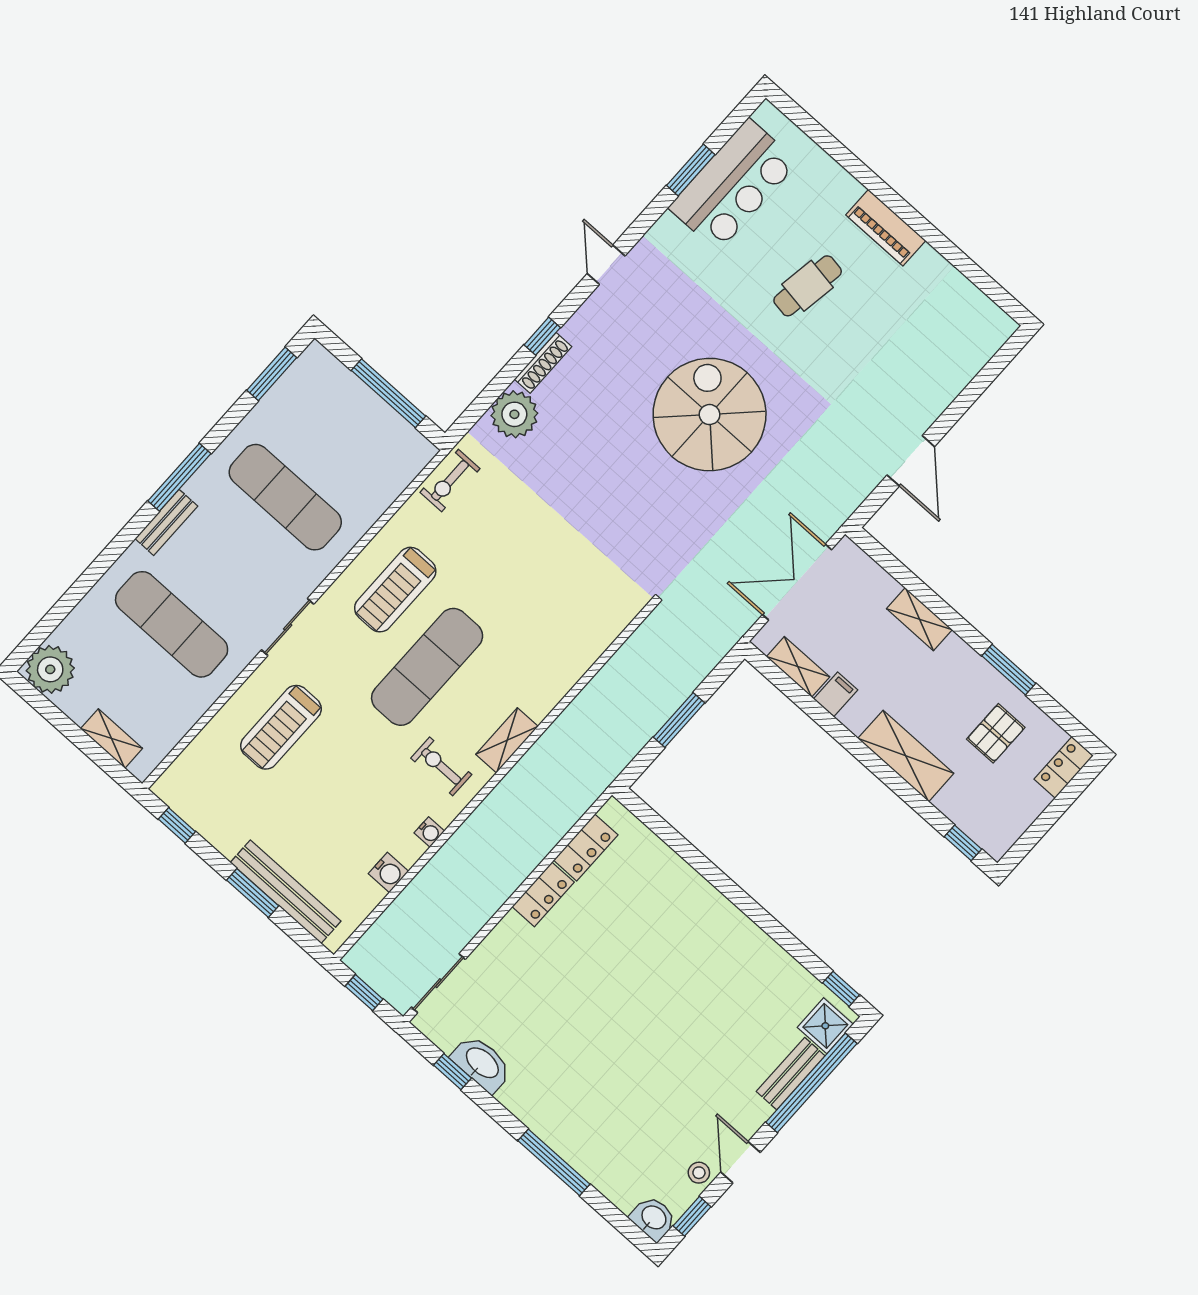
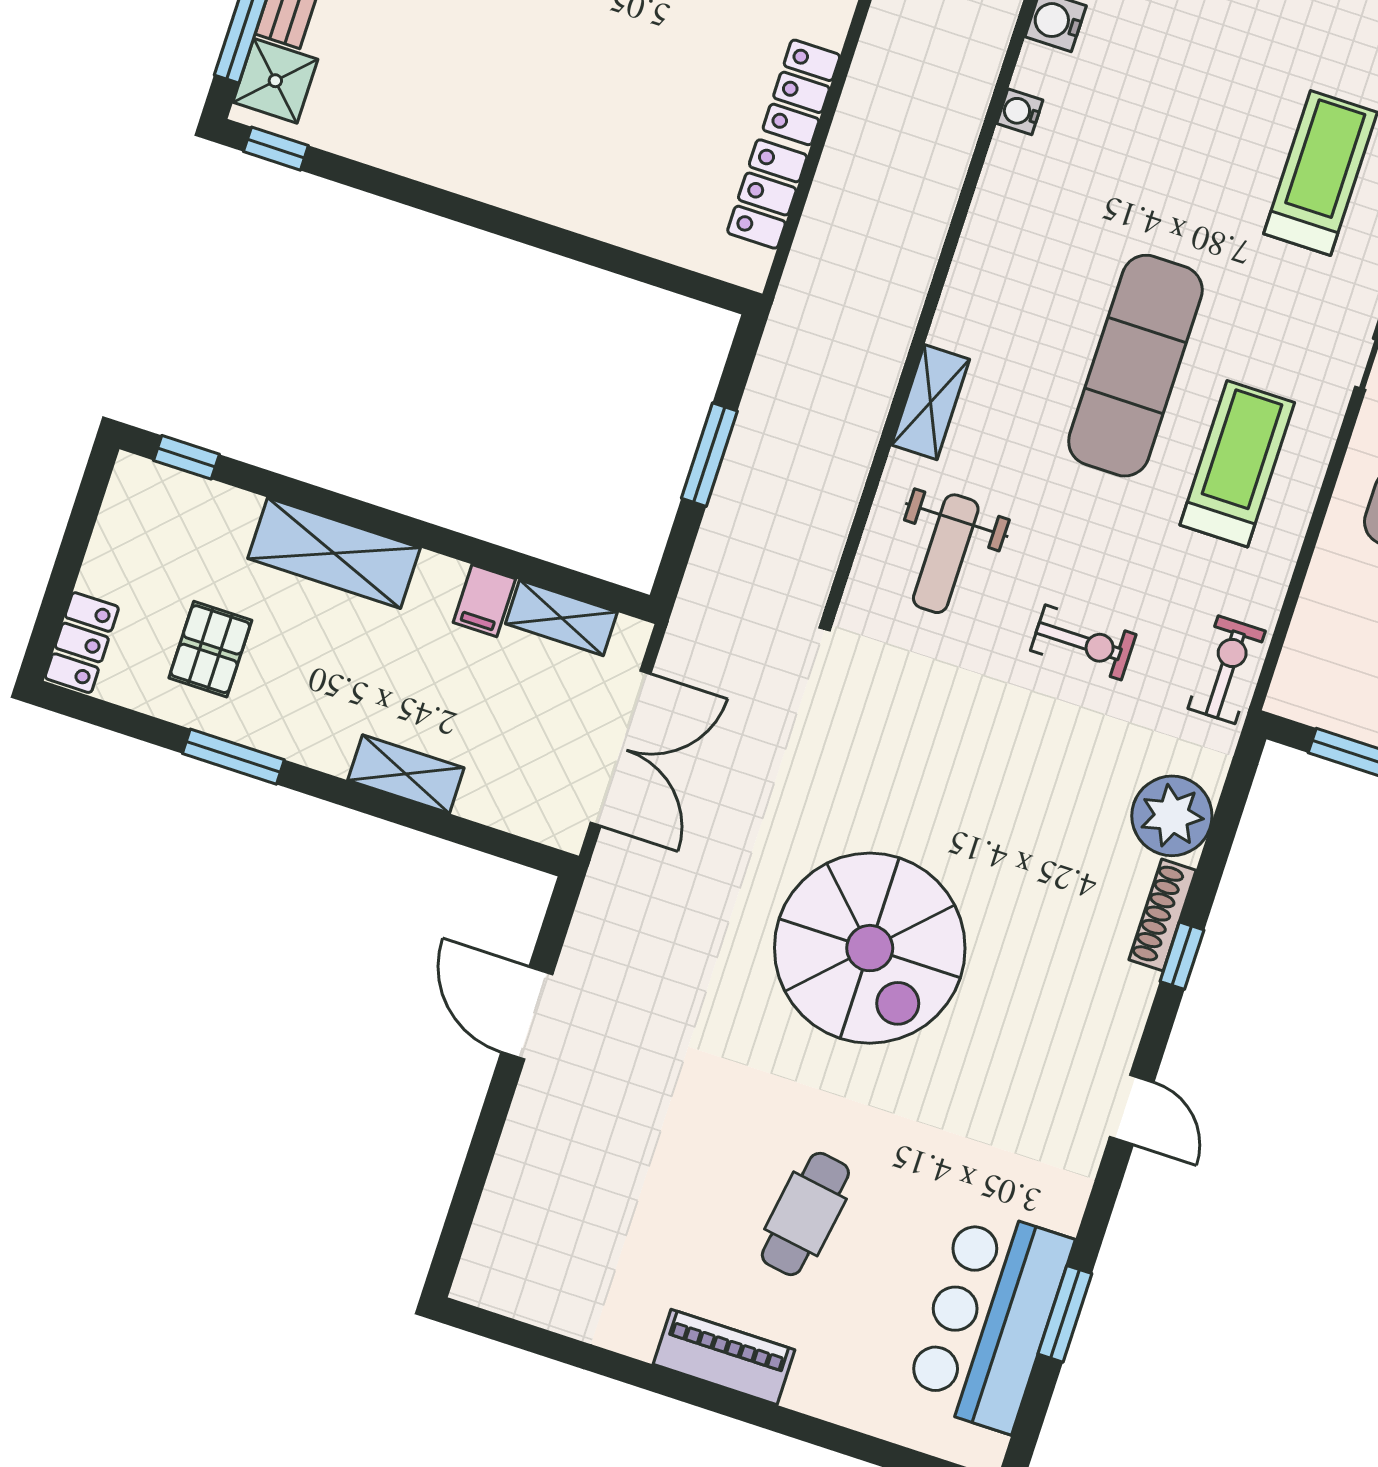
weight bench: (575, 610) -> (946, 554), added
shelving: (507, 740) -> (931, 402), moved
exercise bike: (441, 766) -> (1083, 642), moved

